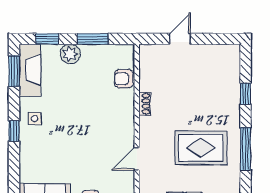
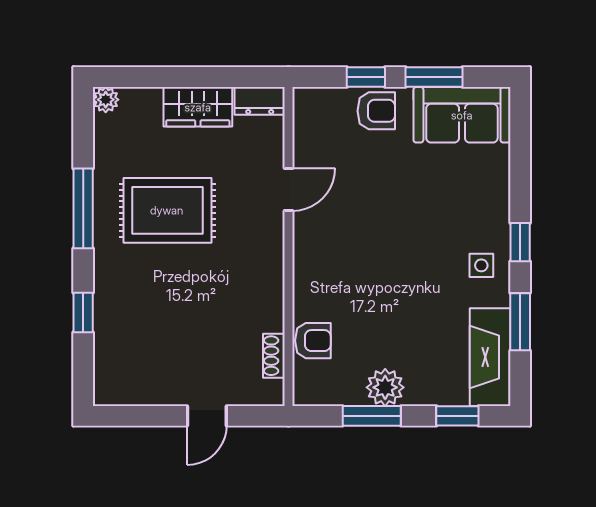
plant: (70, 54) -> (385, 387), moved
window: (14, 71) -> (520, 322), moved
shoe rack: (144, 104) -> (274, 356), moved

